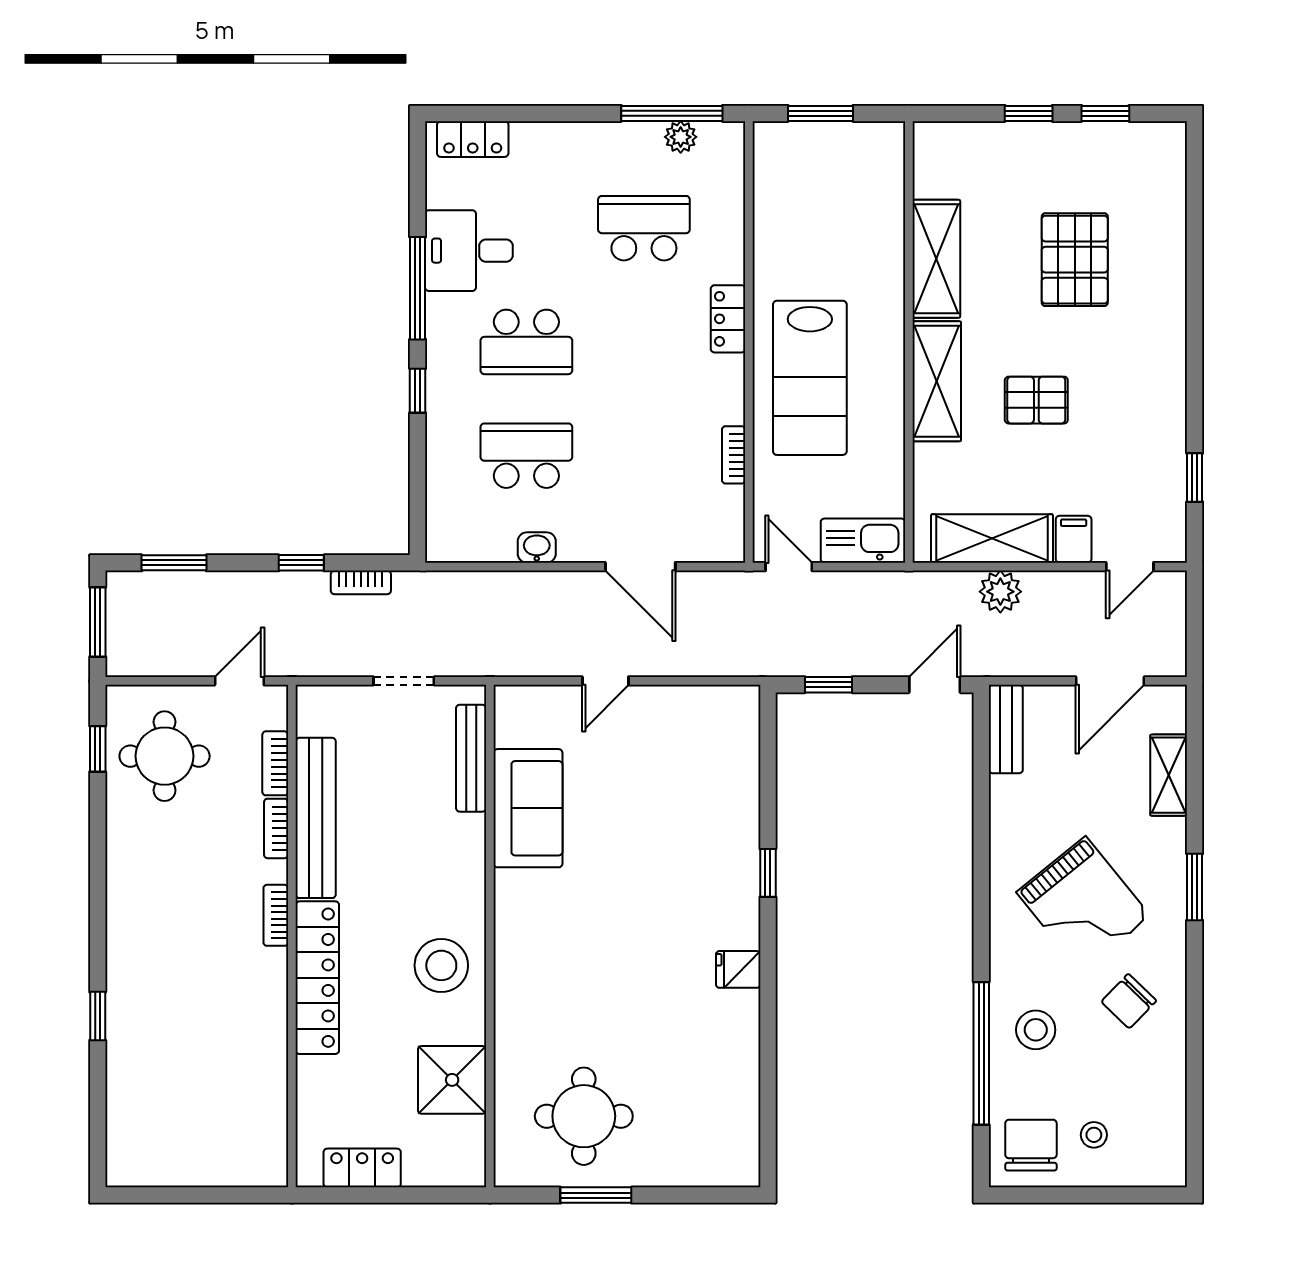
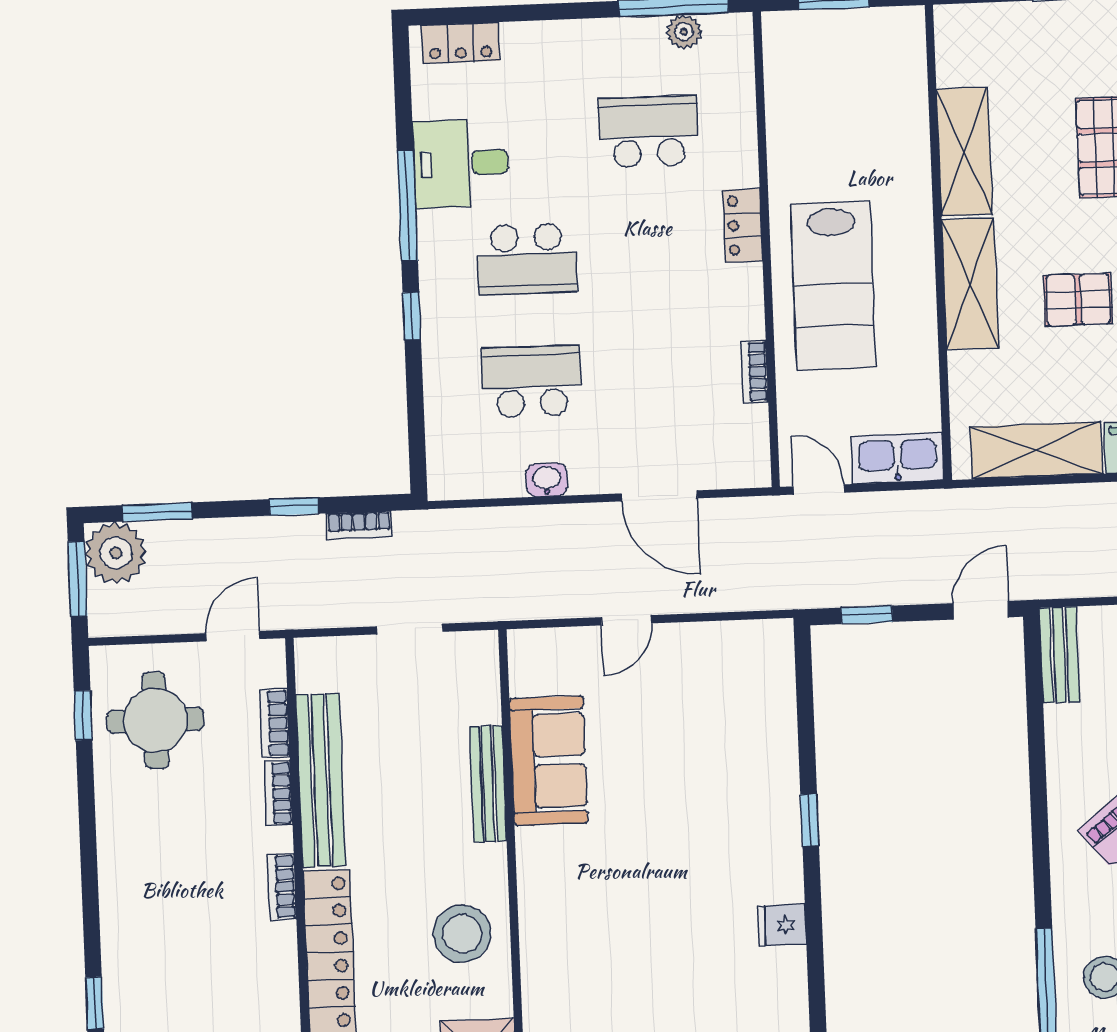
plant: (1000, 592) -> (116, 553), moved, width x1.36, depth x1.36
bench: (471, 758) -> (488, 784), moved

